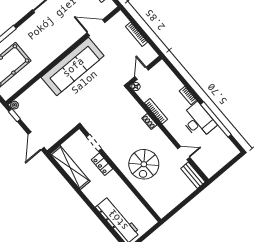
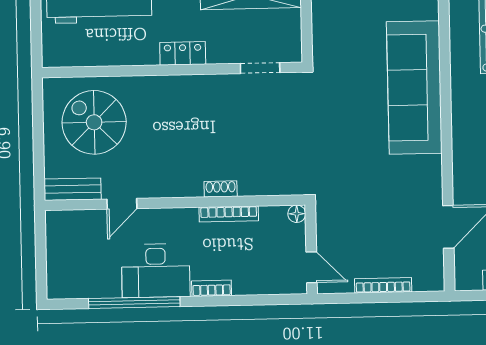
sofa: (73, 67) -> (414, 88), moved
door: (142, 73) -> (312, 267), moved
locker: (102, 164) -> (183, 53), moved
spiral stairs: (144, 164) -> (94, 122), moved

